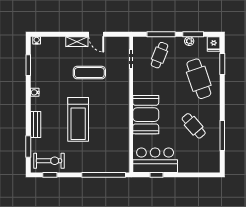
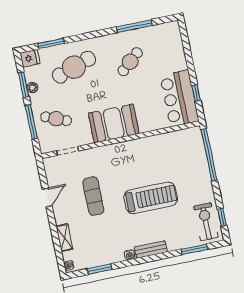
shelving: (77, 42) -> (64, 238), moved
booth: (146, 115) -> (114, 123), moved
bench: (36, 125) -> (151, 249), moved

